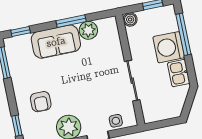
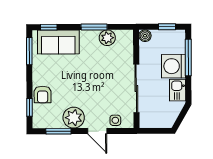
sofa: (56, 42) -> (58, 42), moved
sliding door: (132, 81) -> (136, 89), width x1.37
armchair: (41, 102) -> (43, 94), moved

